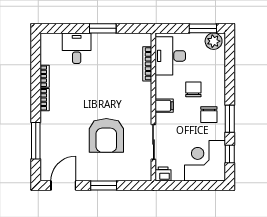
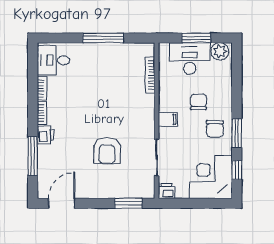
window: (103, 28) -> (103, 38), width x1.44
window: (203, 28) -> (196, 38), moved
desk: (77, 48) -> (54, 60), moved, turned -90
desk: (170, 56) -> (190, 58), moved, turned 90
printer: (48, 121) -> (46, 135), added
armchair: (106, 135) -> (107, 151), width x0.73, depth x0.73
window: (104, 185) -> (128, 203), moved

